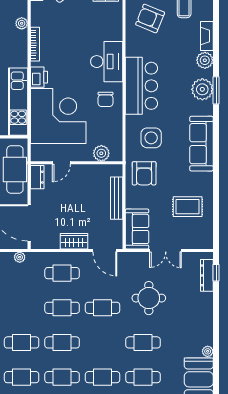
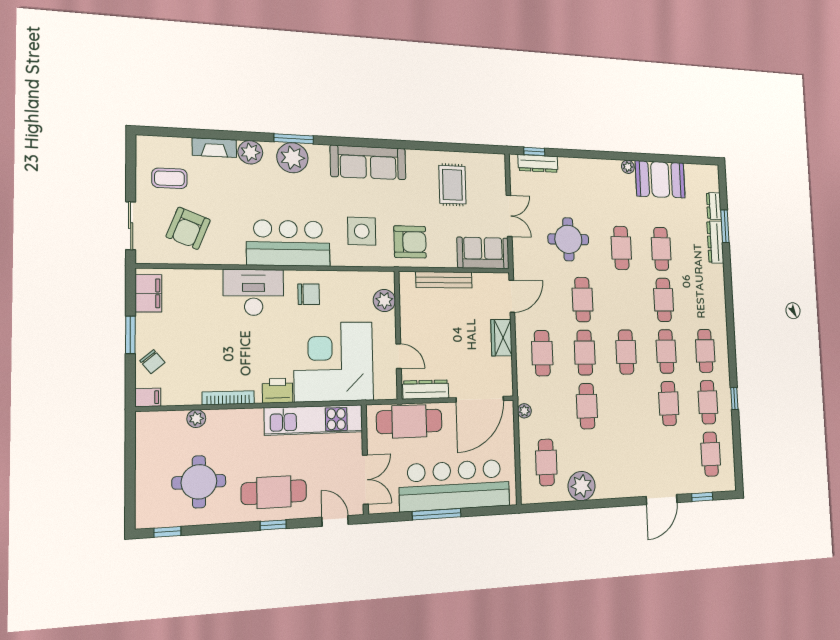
dresser: (37, 177) -> (426, 390), width x1.44
cafe table: (22, 342) -> (587, 406), moved

